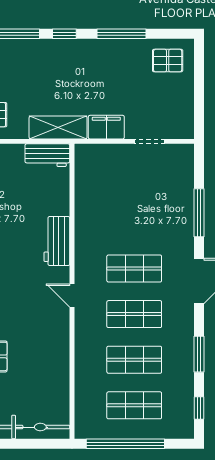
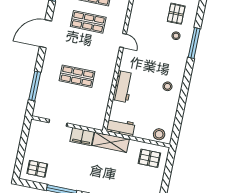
window: (199, 213) -> (35, 86), moved
workbench: (57, 241) -> (123, 87), moved
shop shelf: (134, 269) -> (77, 76), moved

